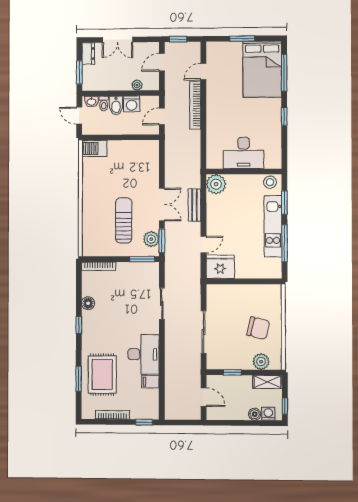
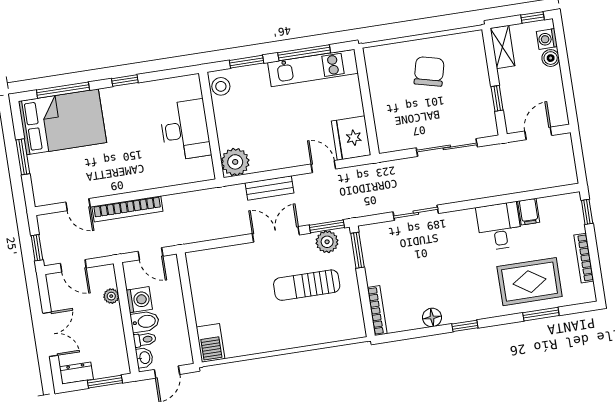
kitchen unit: (273, 226) -> (313, 68), moved
desk: (144, 354) -> (499, 226), width x0.73
plant: (261, 362) -> (475, 60), removed

